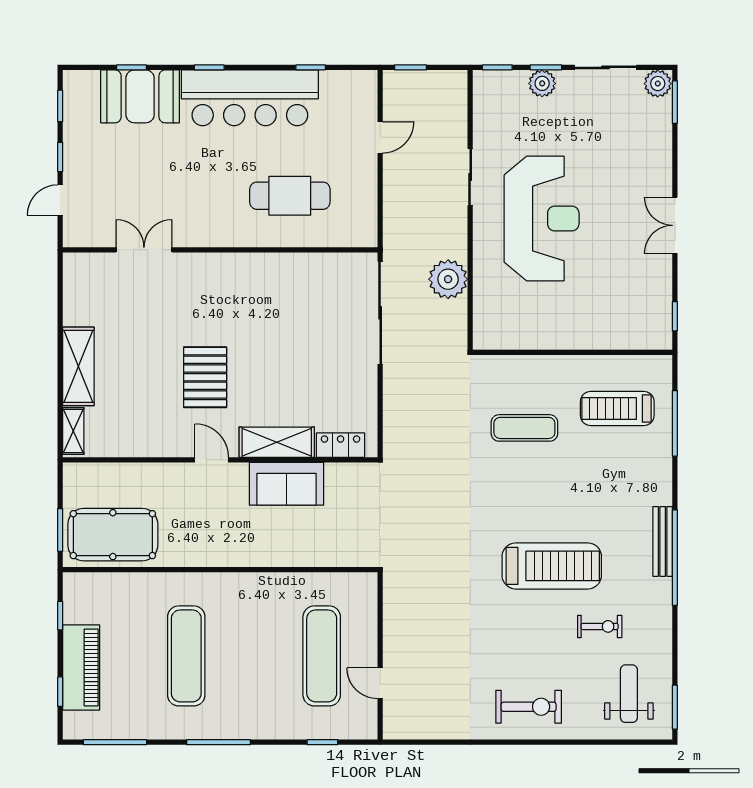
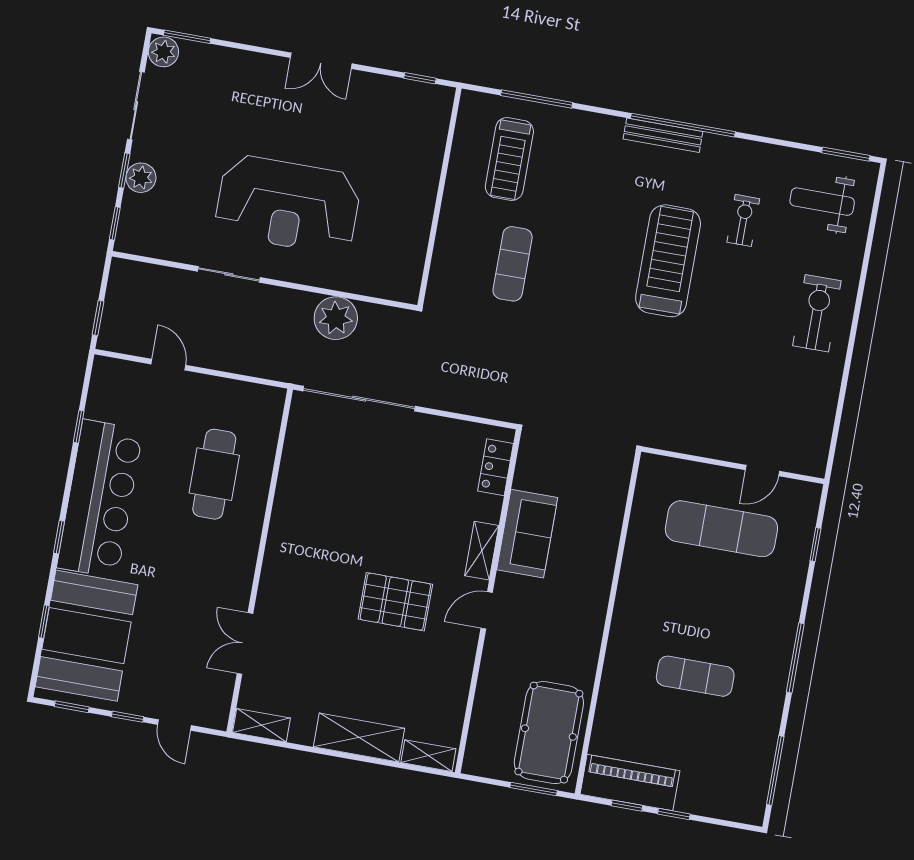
booth: (140, 96) -> (86, 636), width x1.36, depth x1.42
reception desk: (542, 219) -> (288, 205), turned 180
shelving: (74, 278) -> (262, 725), added
shelving: (277, 442) -> (482, 551), width x0.67, depth x0.75
exercise mat: (186, 656) -> (695, 676), width x0.73, depth x0.69
piano: (81, 667) -> (630, 783), moved
window: (60, 692) -> (674, 814), moved

